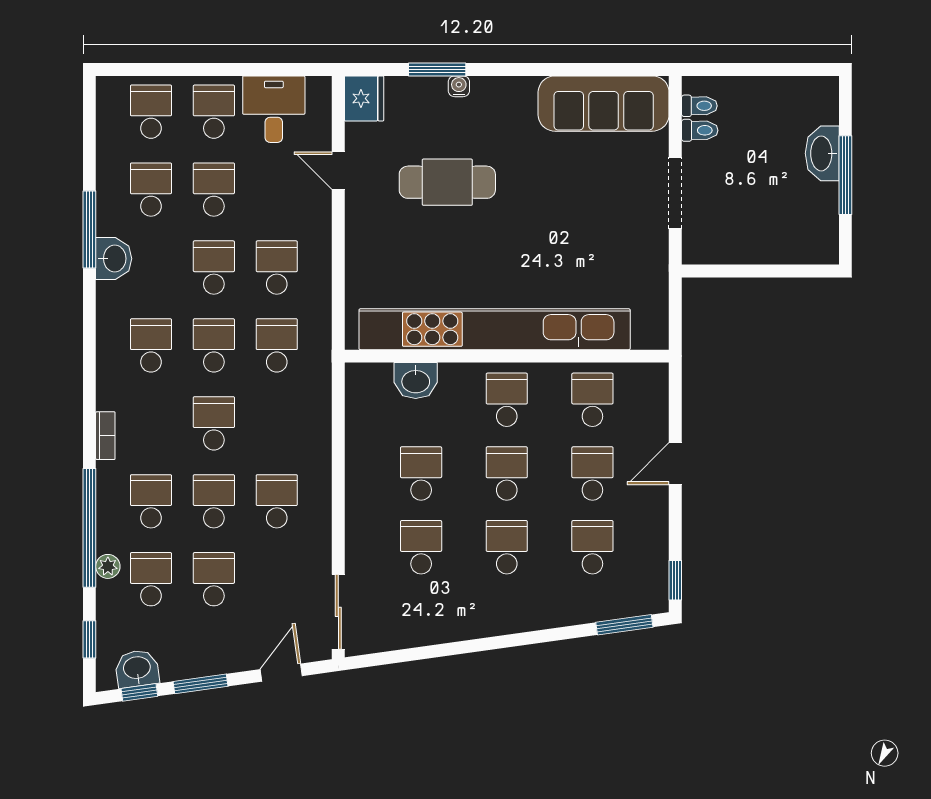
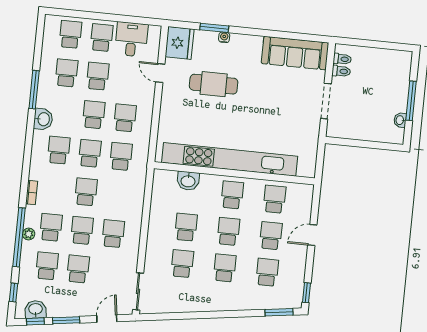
fridge: (364, 98) -> (180, 43), width x1.36, depth x1.34
washbasin: (822, 153) -> (400, 120), moved, width x0.52, depth x0.69
washbasin: (114, 259) -> (43, 119), moved
plant: (108, 566) -> (29, 234), moved

